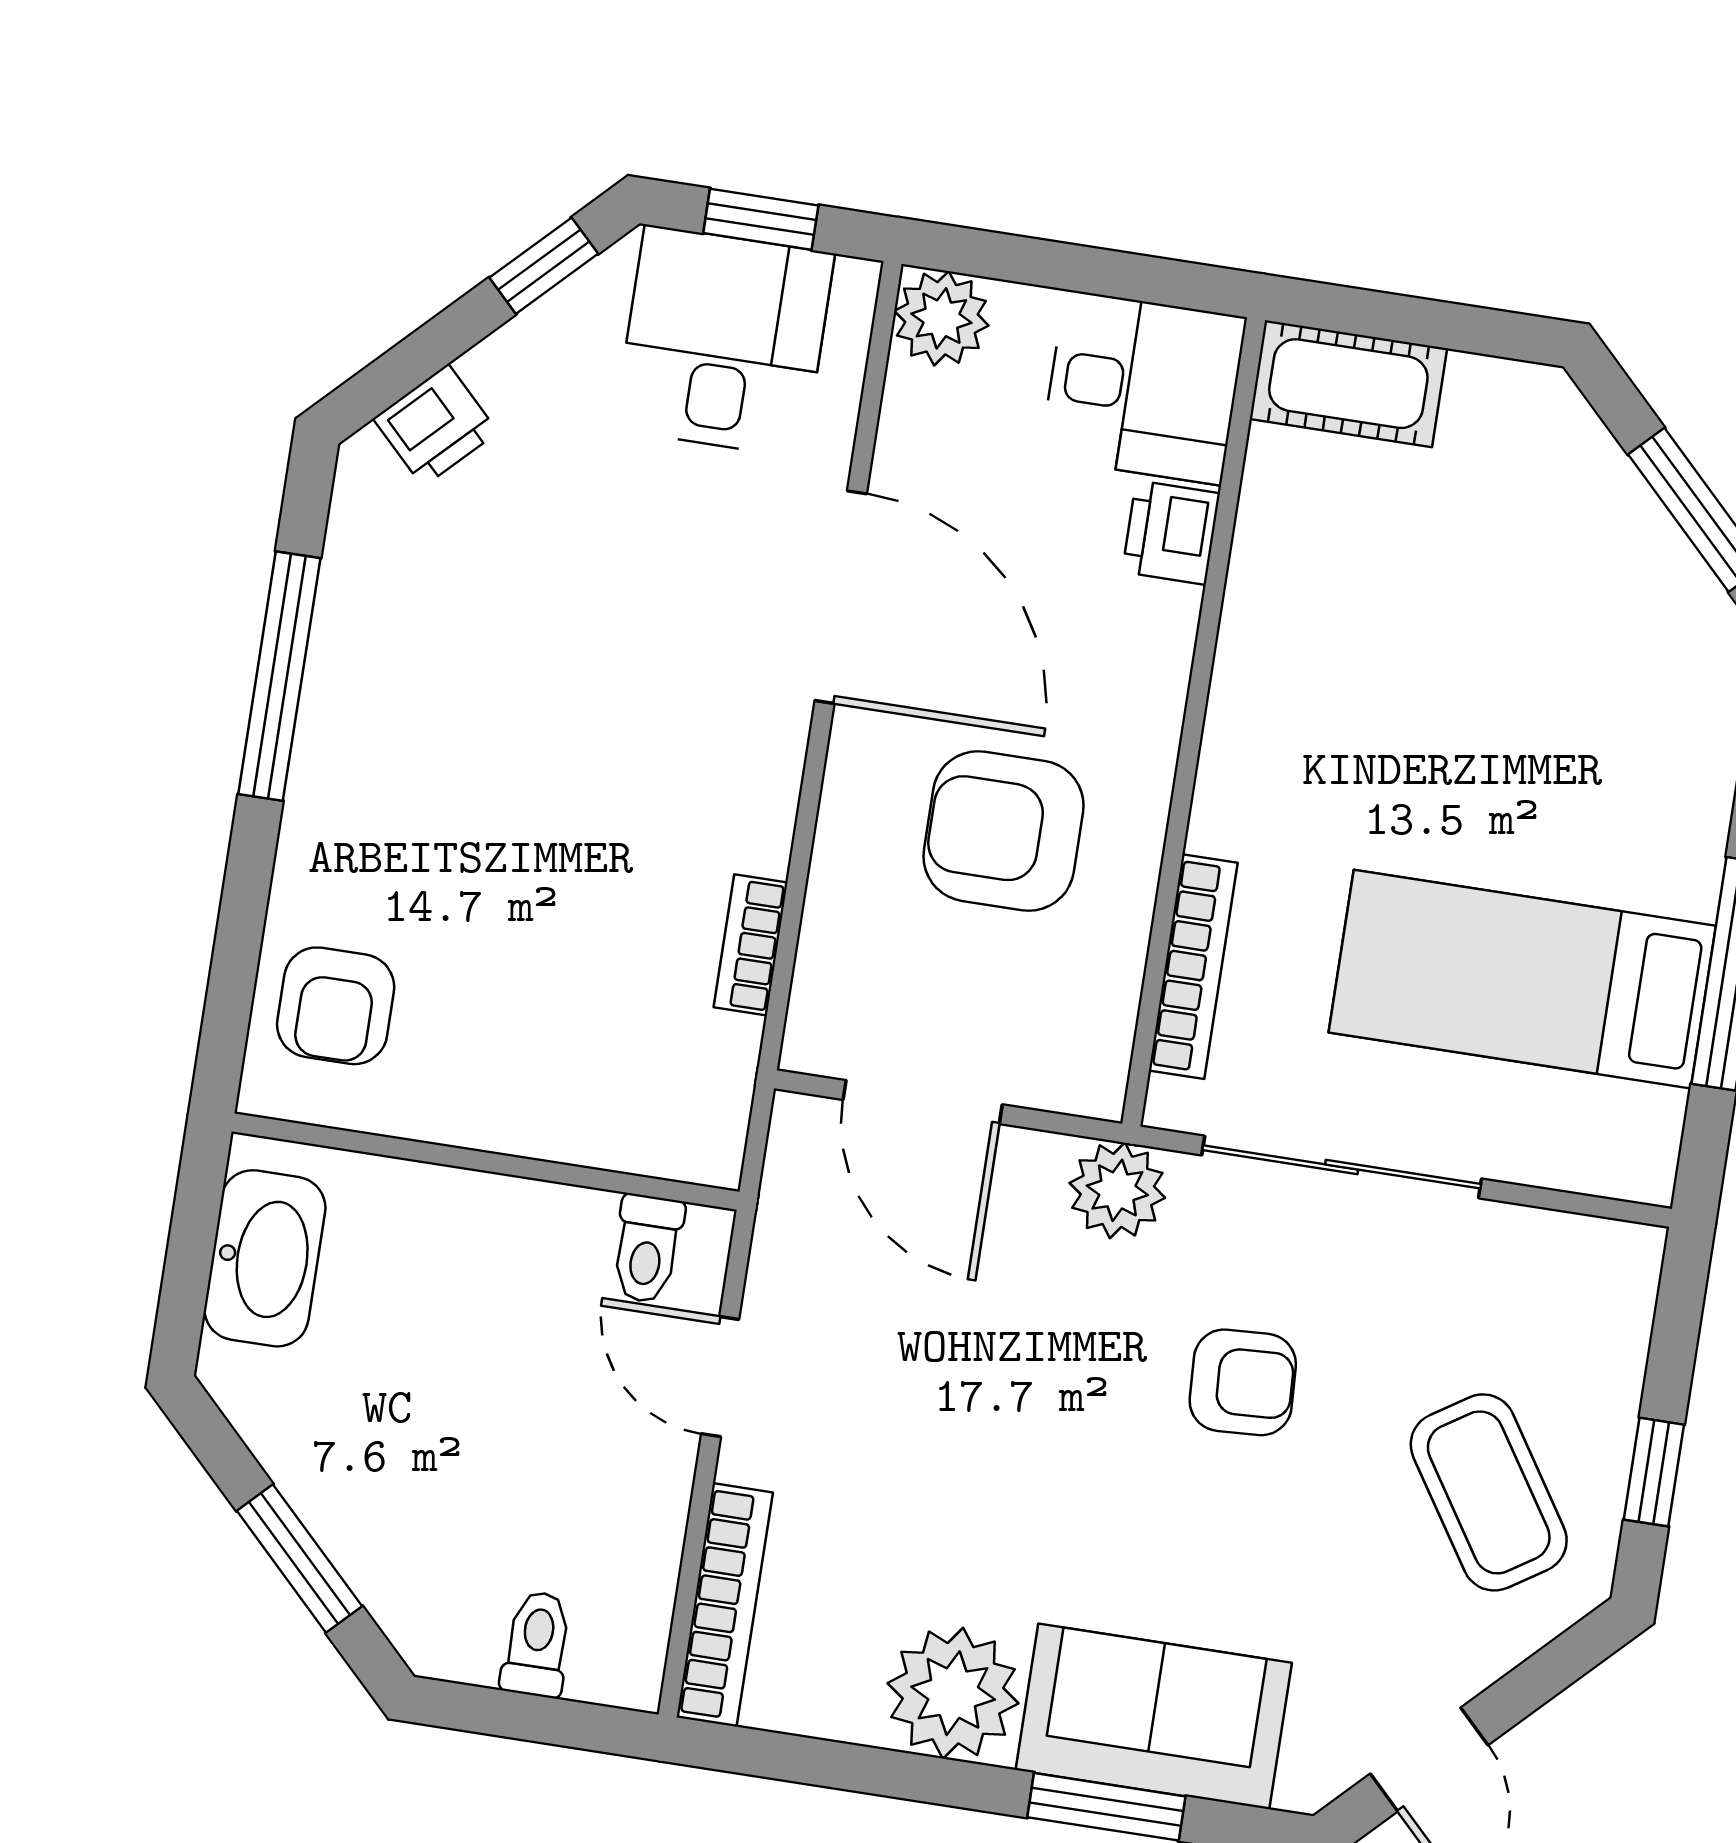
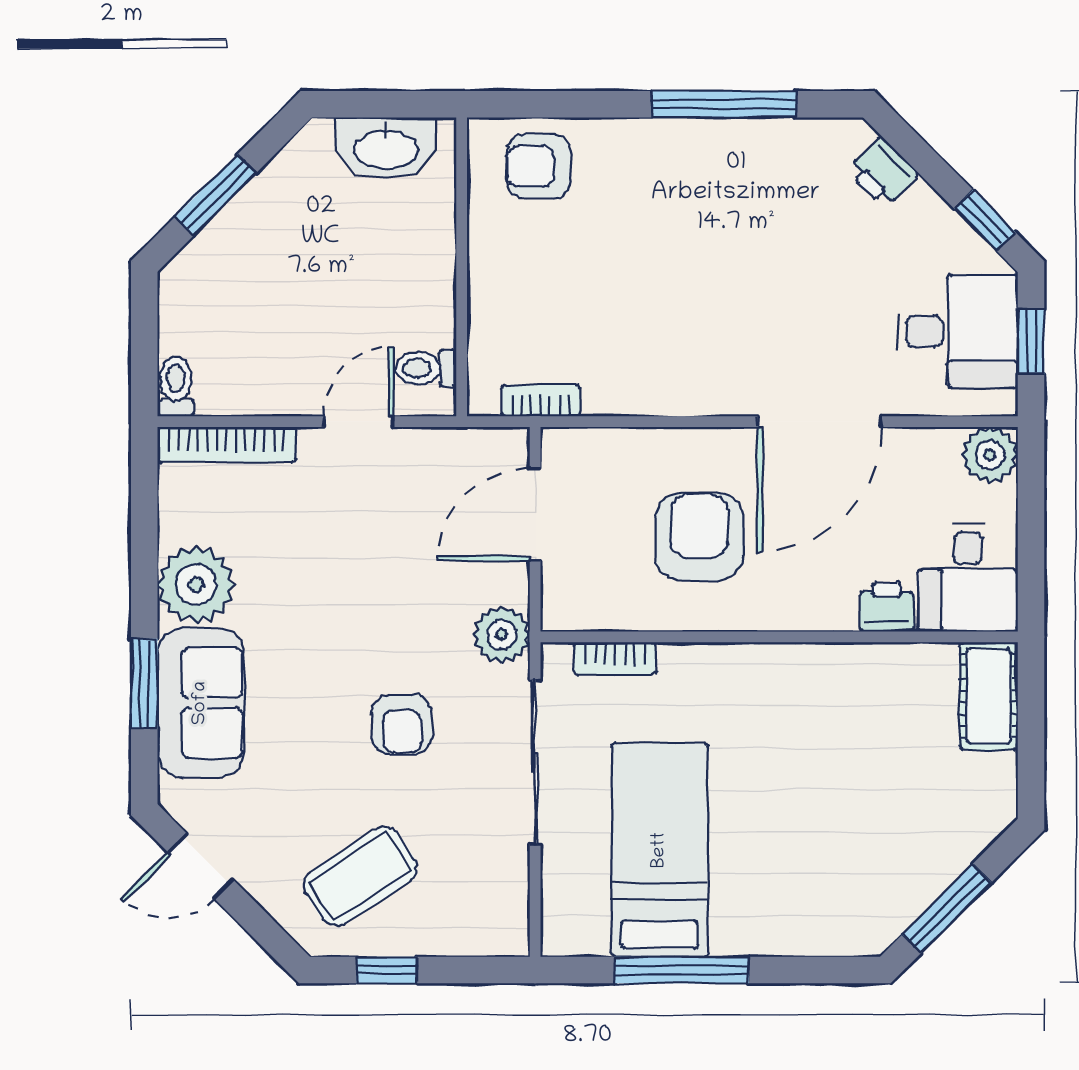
bookcase: (751, 945) -> (541, 401), moved
bookcase: (1193, 967) -> (615, 659), width x0.64
toilet: (537, 1644) -> (176, 386), moved, turned -90

